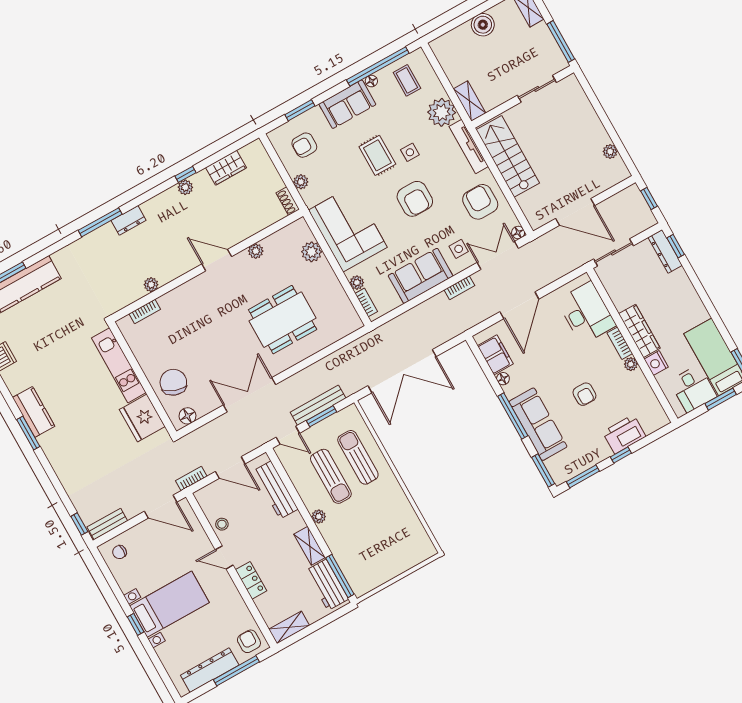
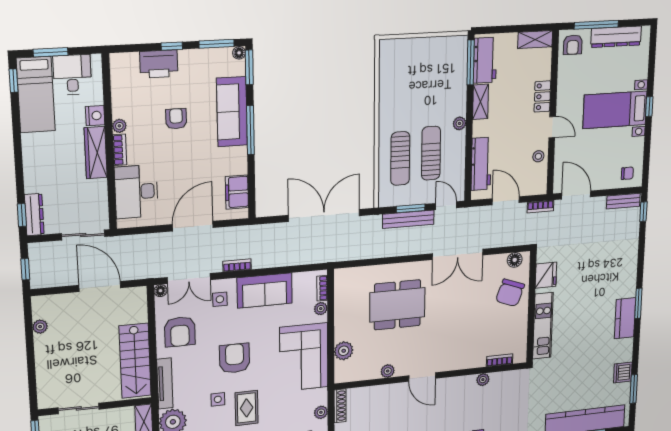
shoe rack: (288, 201) -> (340, 406), width x1.43
floor lamp: (503, 379) -> (239, 53), moved
fridge: (142, 418) -> (546, 275), width x0.73, depth x0.75

